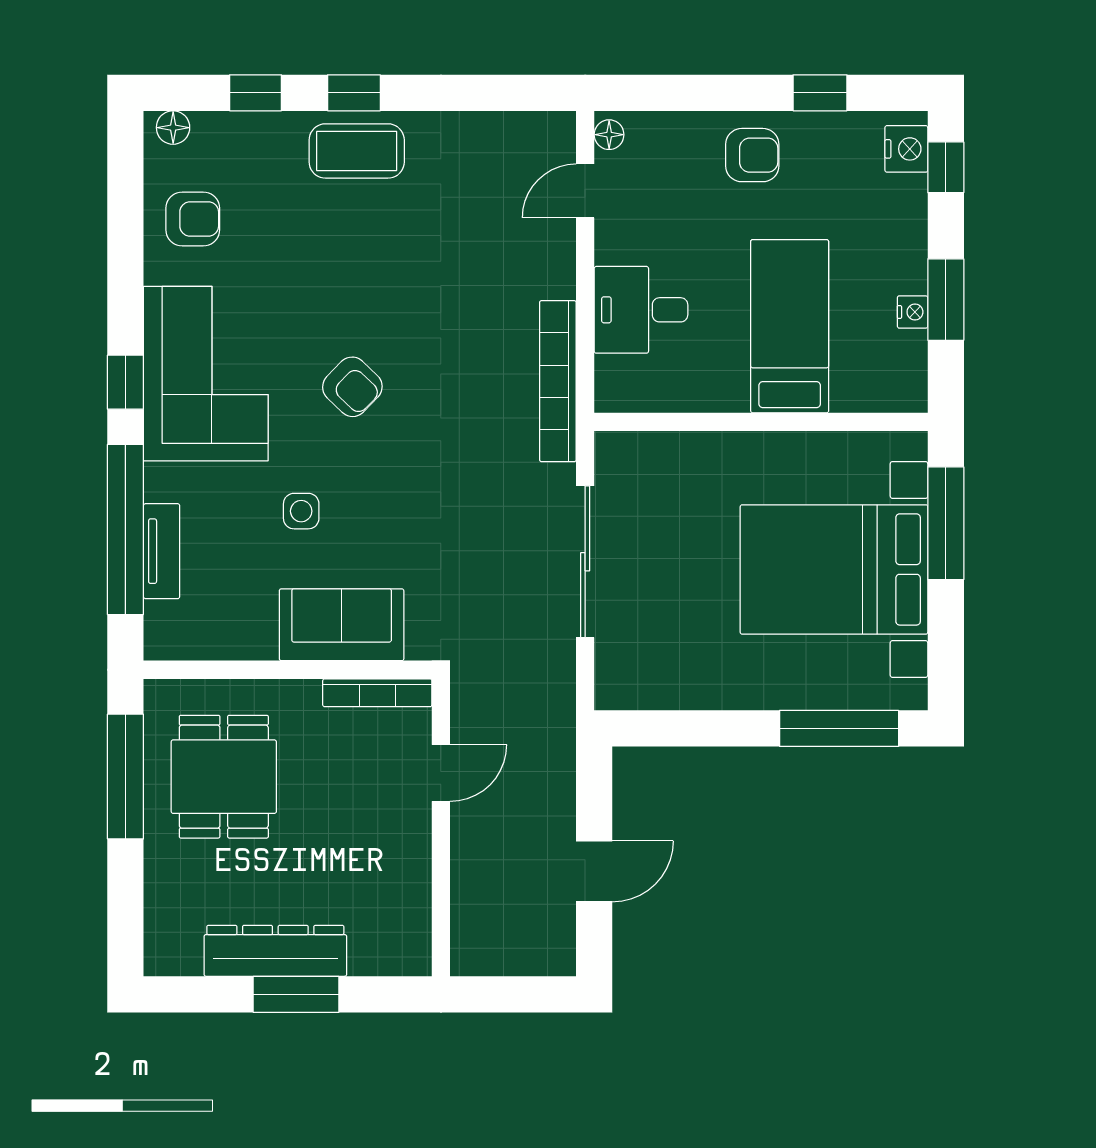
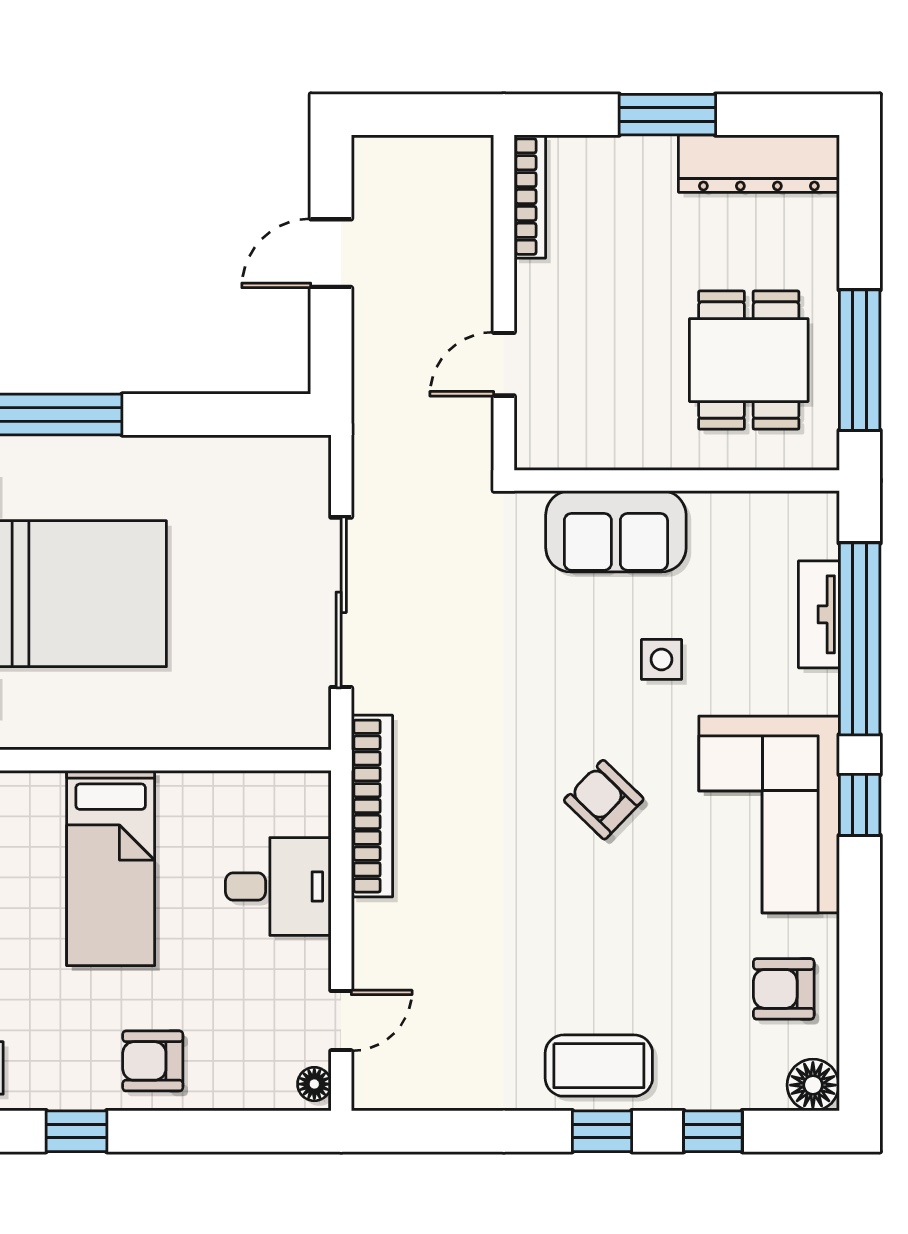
floor lamp: (173, 128) -> (813, 1085), width x1.37, depth x1.37
bookcase: (377, 693) -> (530, 197), moved, turned 90
dresser: (275, 951) -> (759, 164), moved

